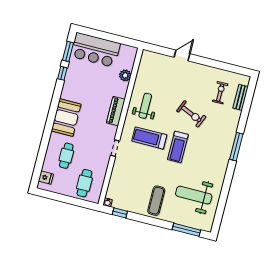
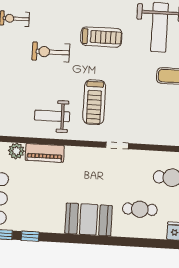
piano: (116, 111) -> (45, 153), moved
exercise bike: (191, 114) -> (51, 52), turned -113
treadmill: (178, 147) -> (101, 37), moved

